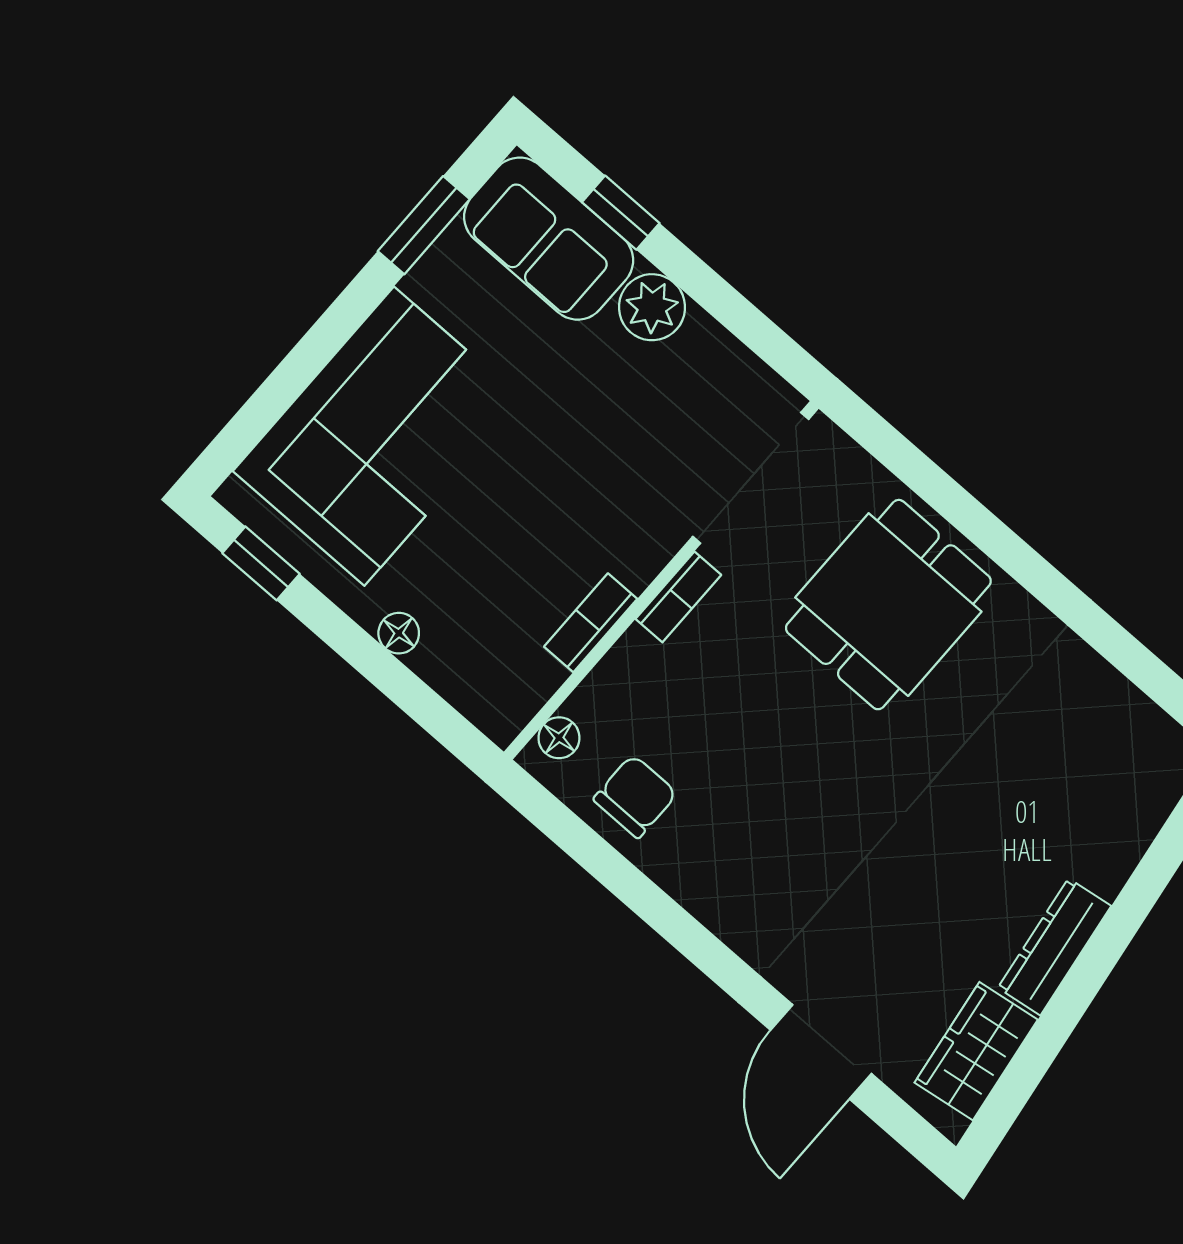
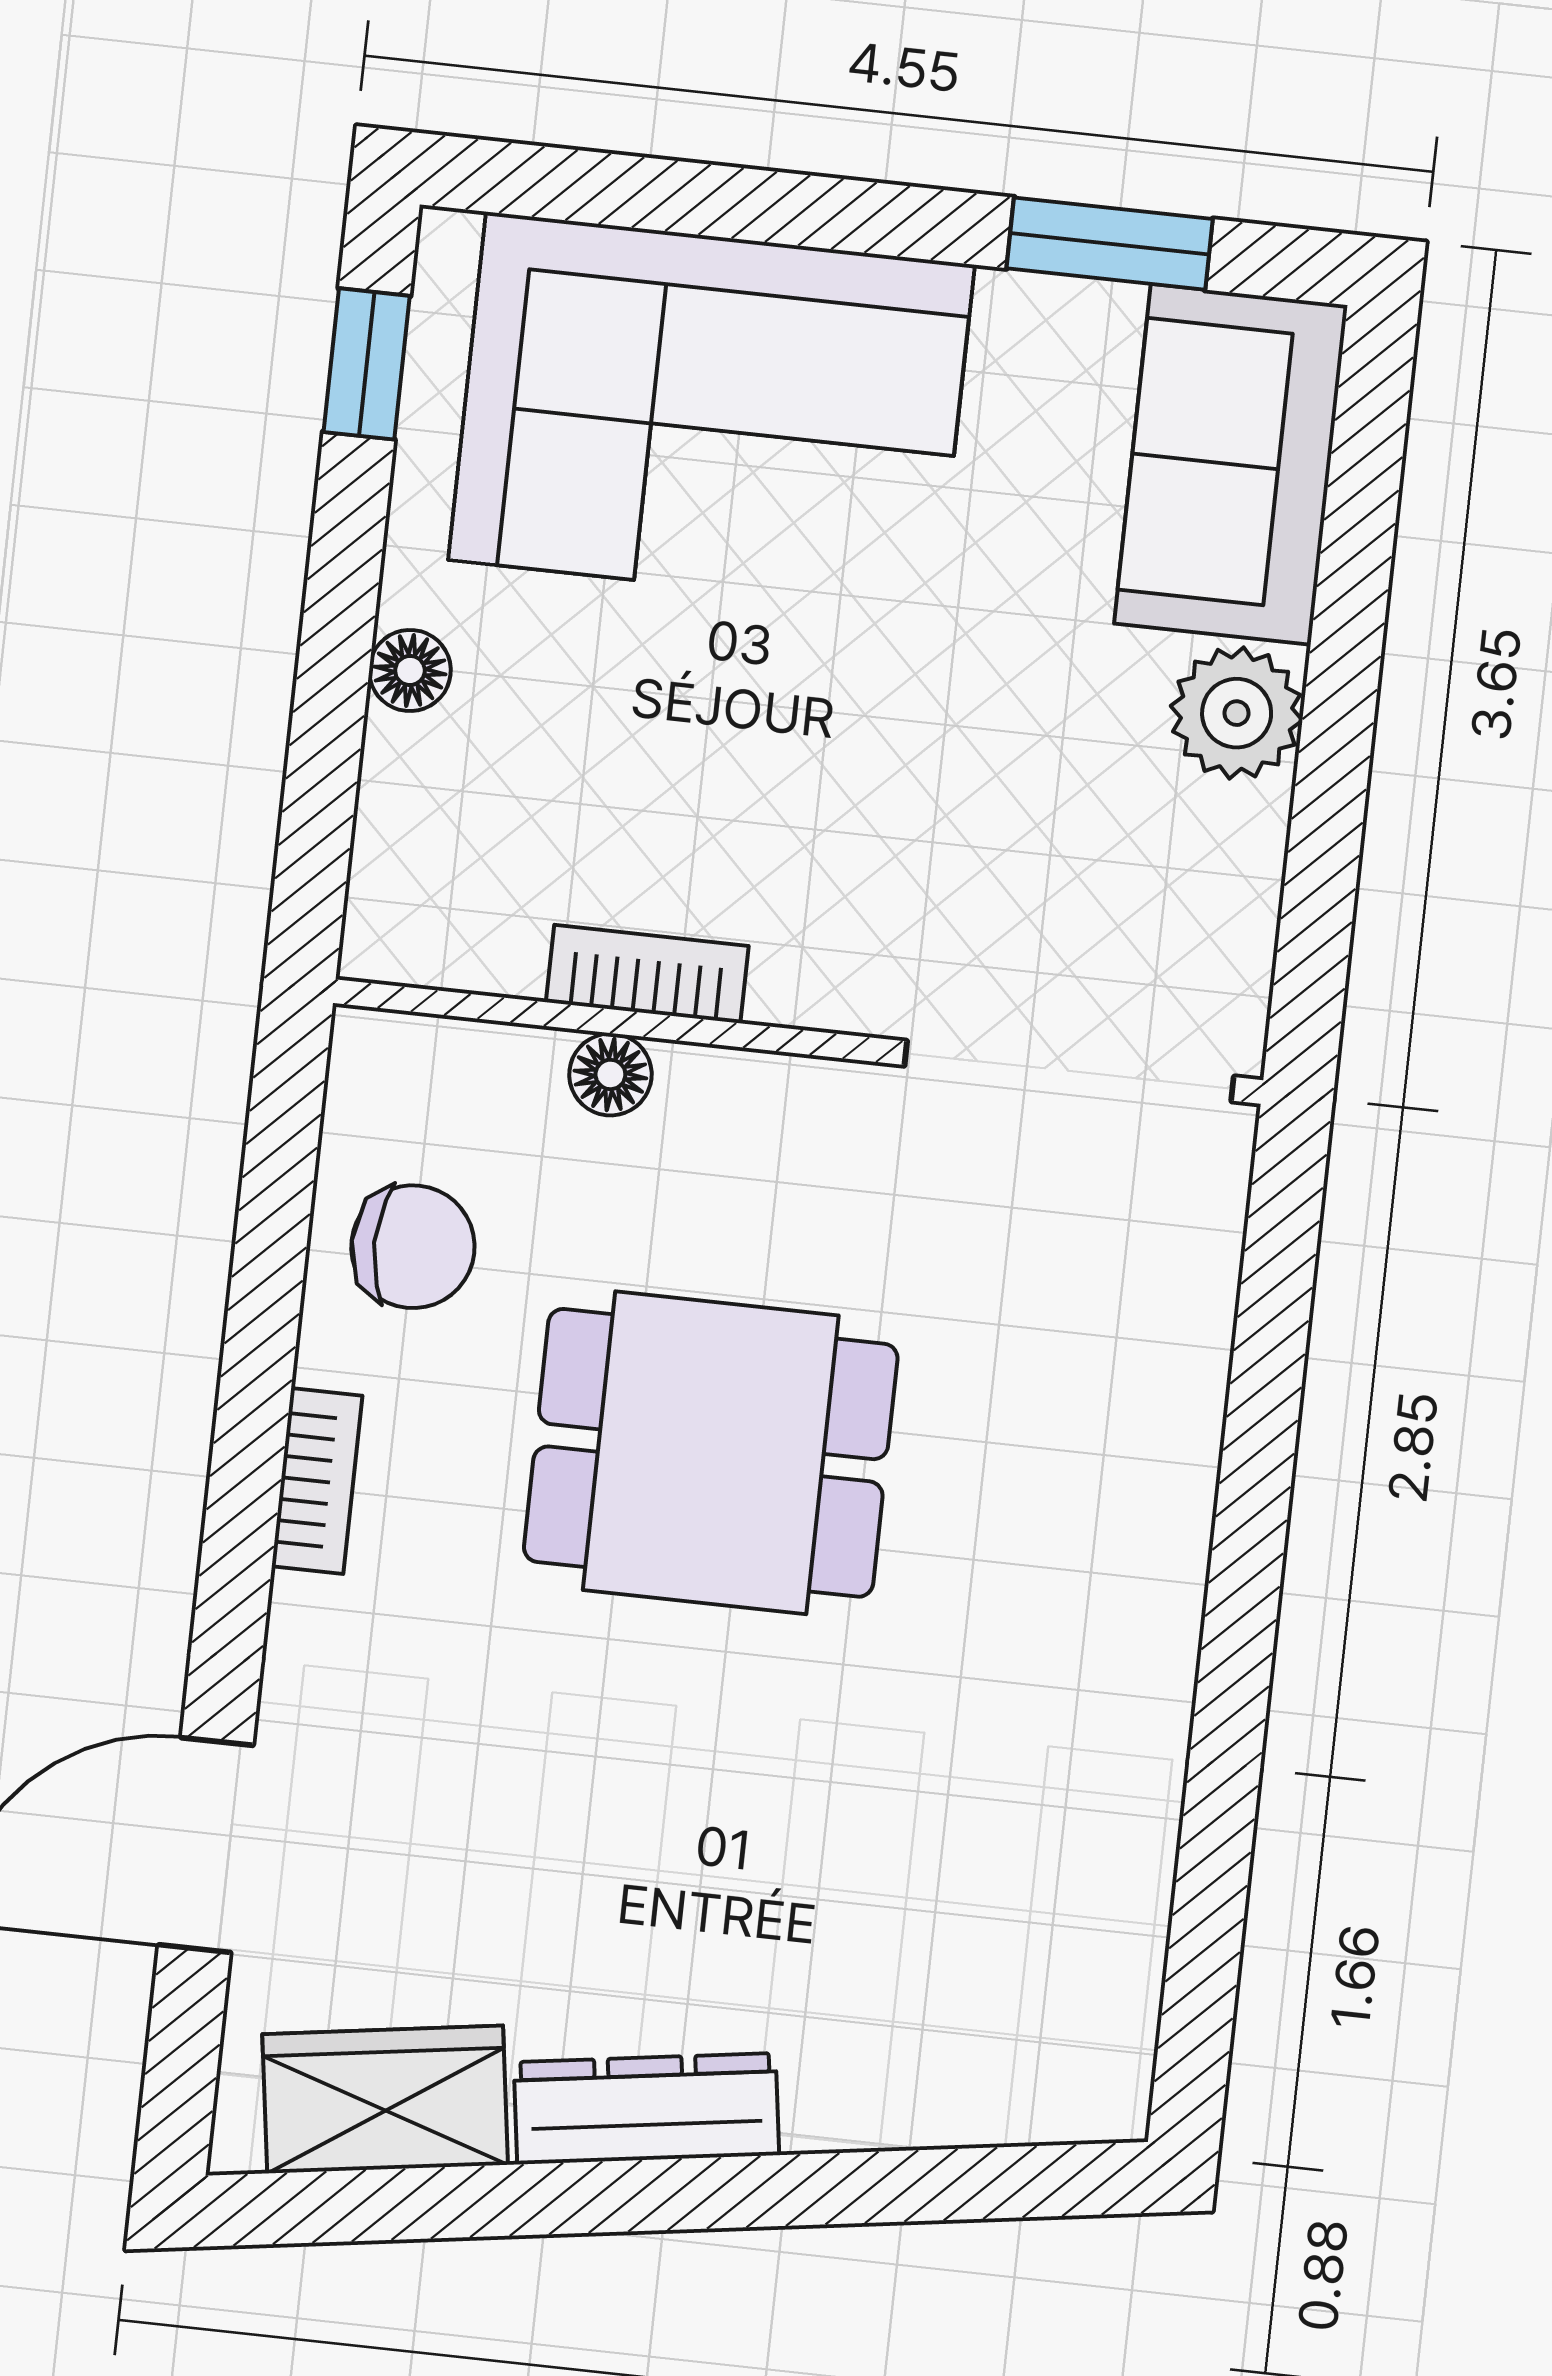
window: (621, 213) -> (1356, 553), removed
bookcase: (678, 597) -> (317, 1481), moved, turned -90
dining table: (888, 605) -> (711, 1453), moved
floor lamp: (559, 738) -> (610, 1074), moved

